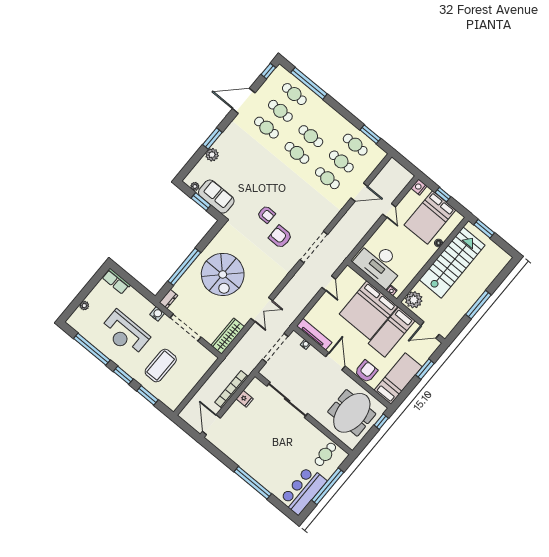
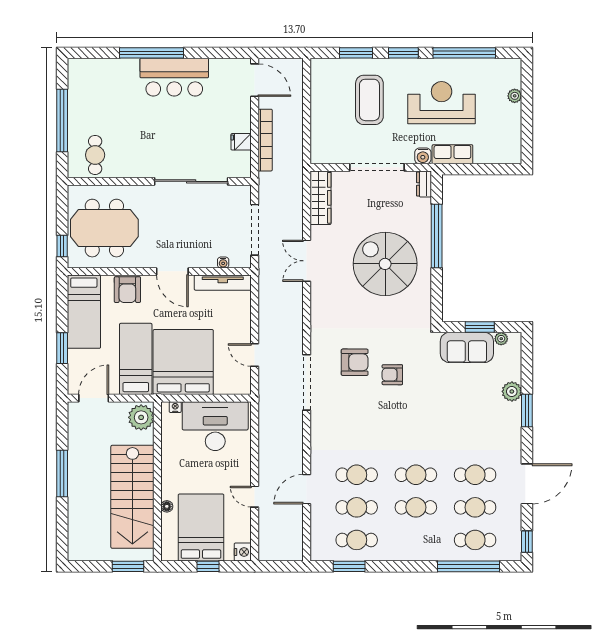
row of seats: (116, 281) -> (452, 154), moved
meeting table: (352, 413) -> (104, 228), turned 90
bar counter: (303, 490) -> (174, 77), moved, turned 90

